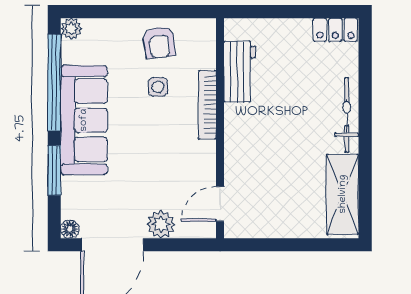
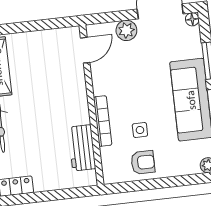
armchair: (159, 42) -> (143, 162), turned 97

